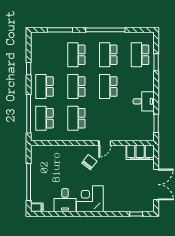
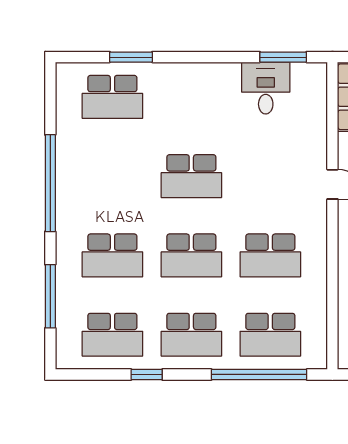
school desk: (108, 55) -> (112, 335), moved
desk: (144, 101) -> (266, 88), moved

